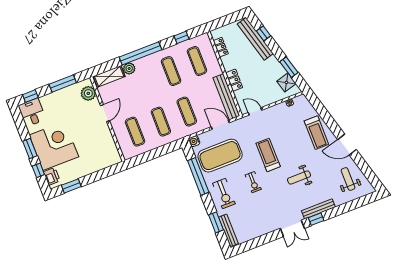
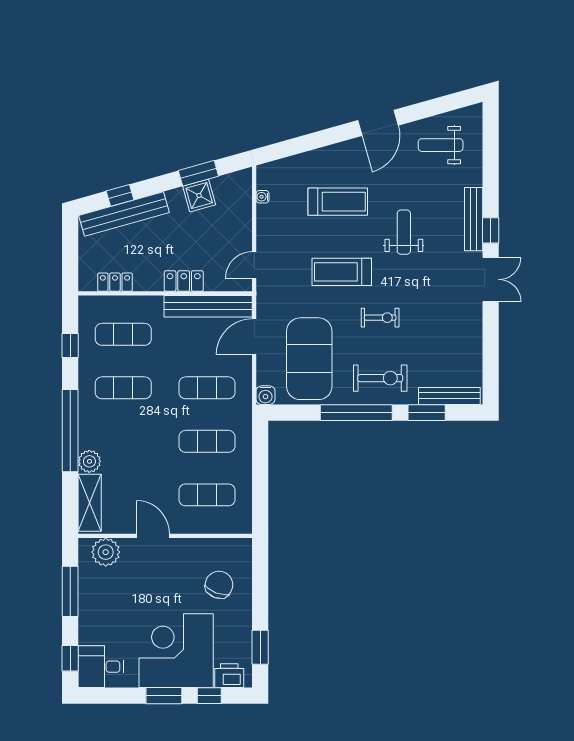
shower: (286, 82) -> (199, 195), moved
treadmill: (316, 133) -> (338, 202), moved
chair: (94, 154) -> (219, 585), added
window: (198, 176) -> (356, 413), moved
weight bench: (299, 178) -> (404, 232), turned 180

